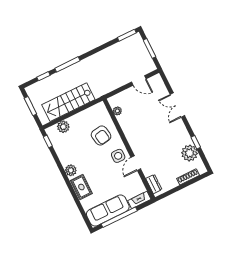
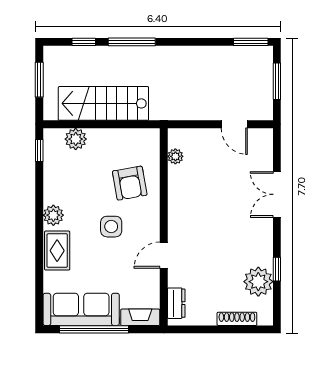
side table: (118, 156) -> (111, 227), moved

